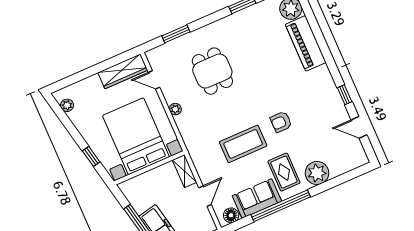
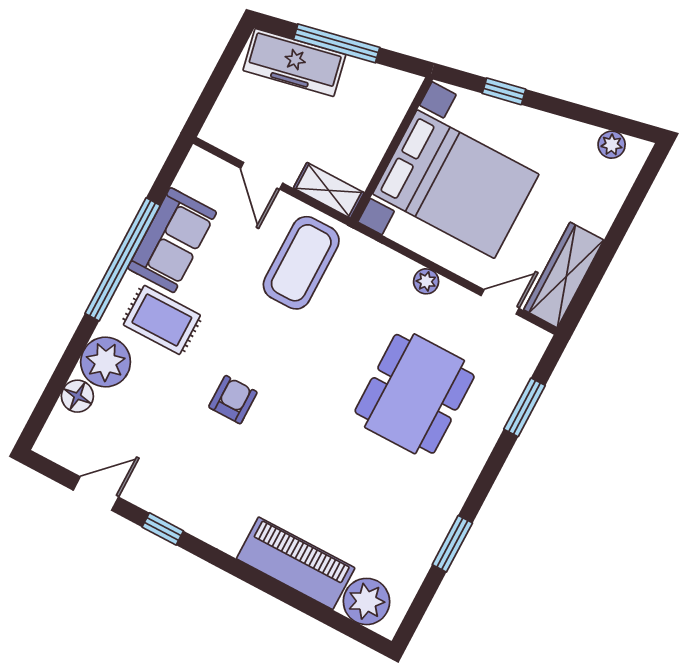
dining table: (212, 71) -> (415, 394), width x1.38
coffee table: (243, 144) -> (301, 263), moved
floor lamp: (231, 215) -> (77, 396), moved

